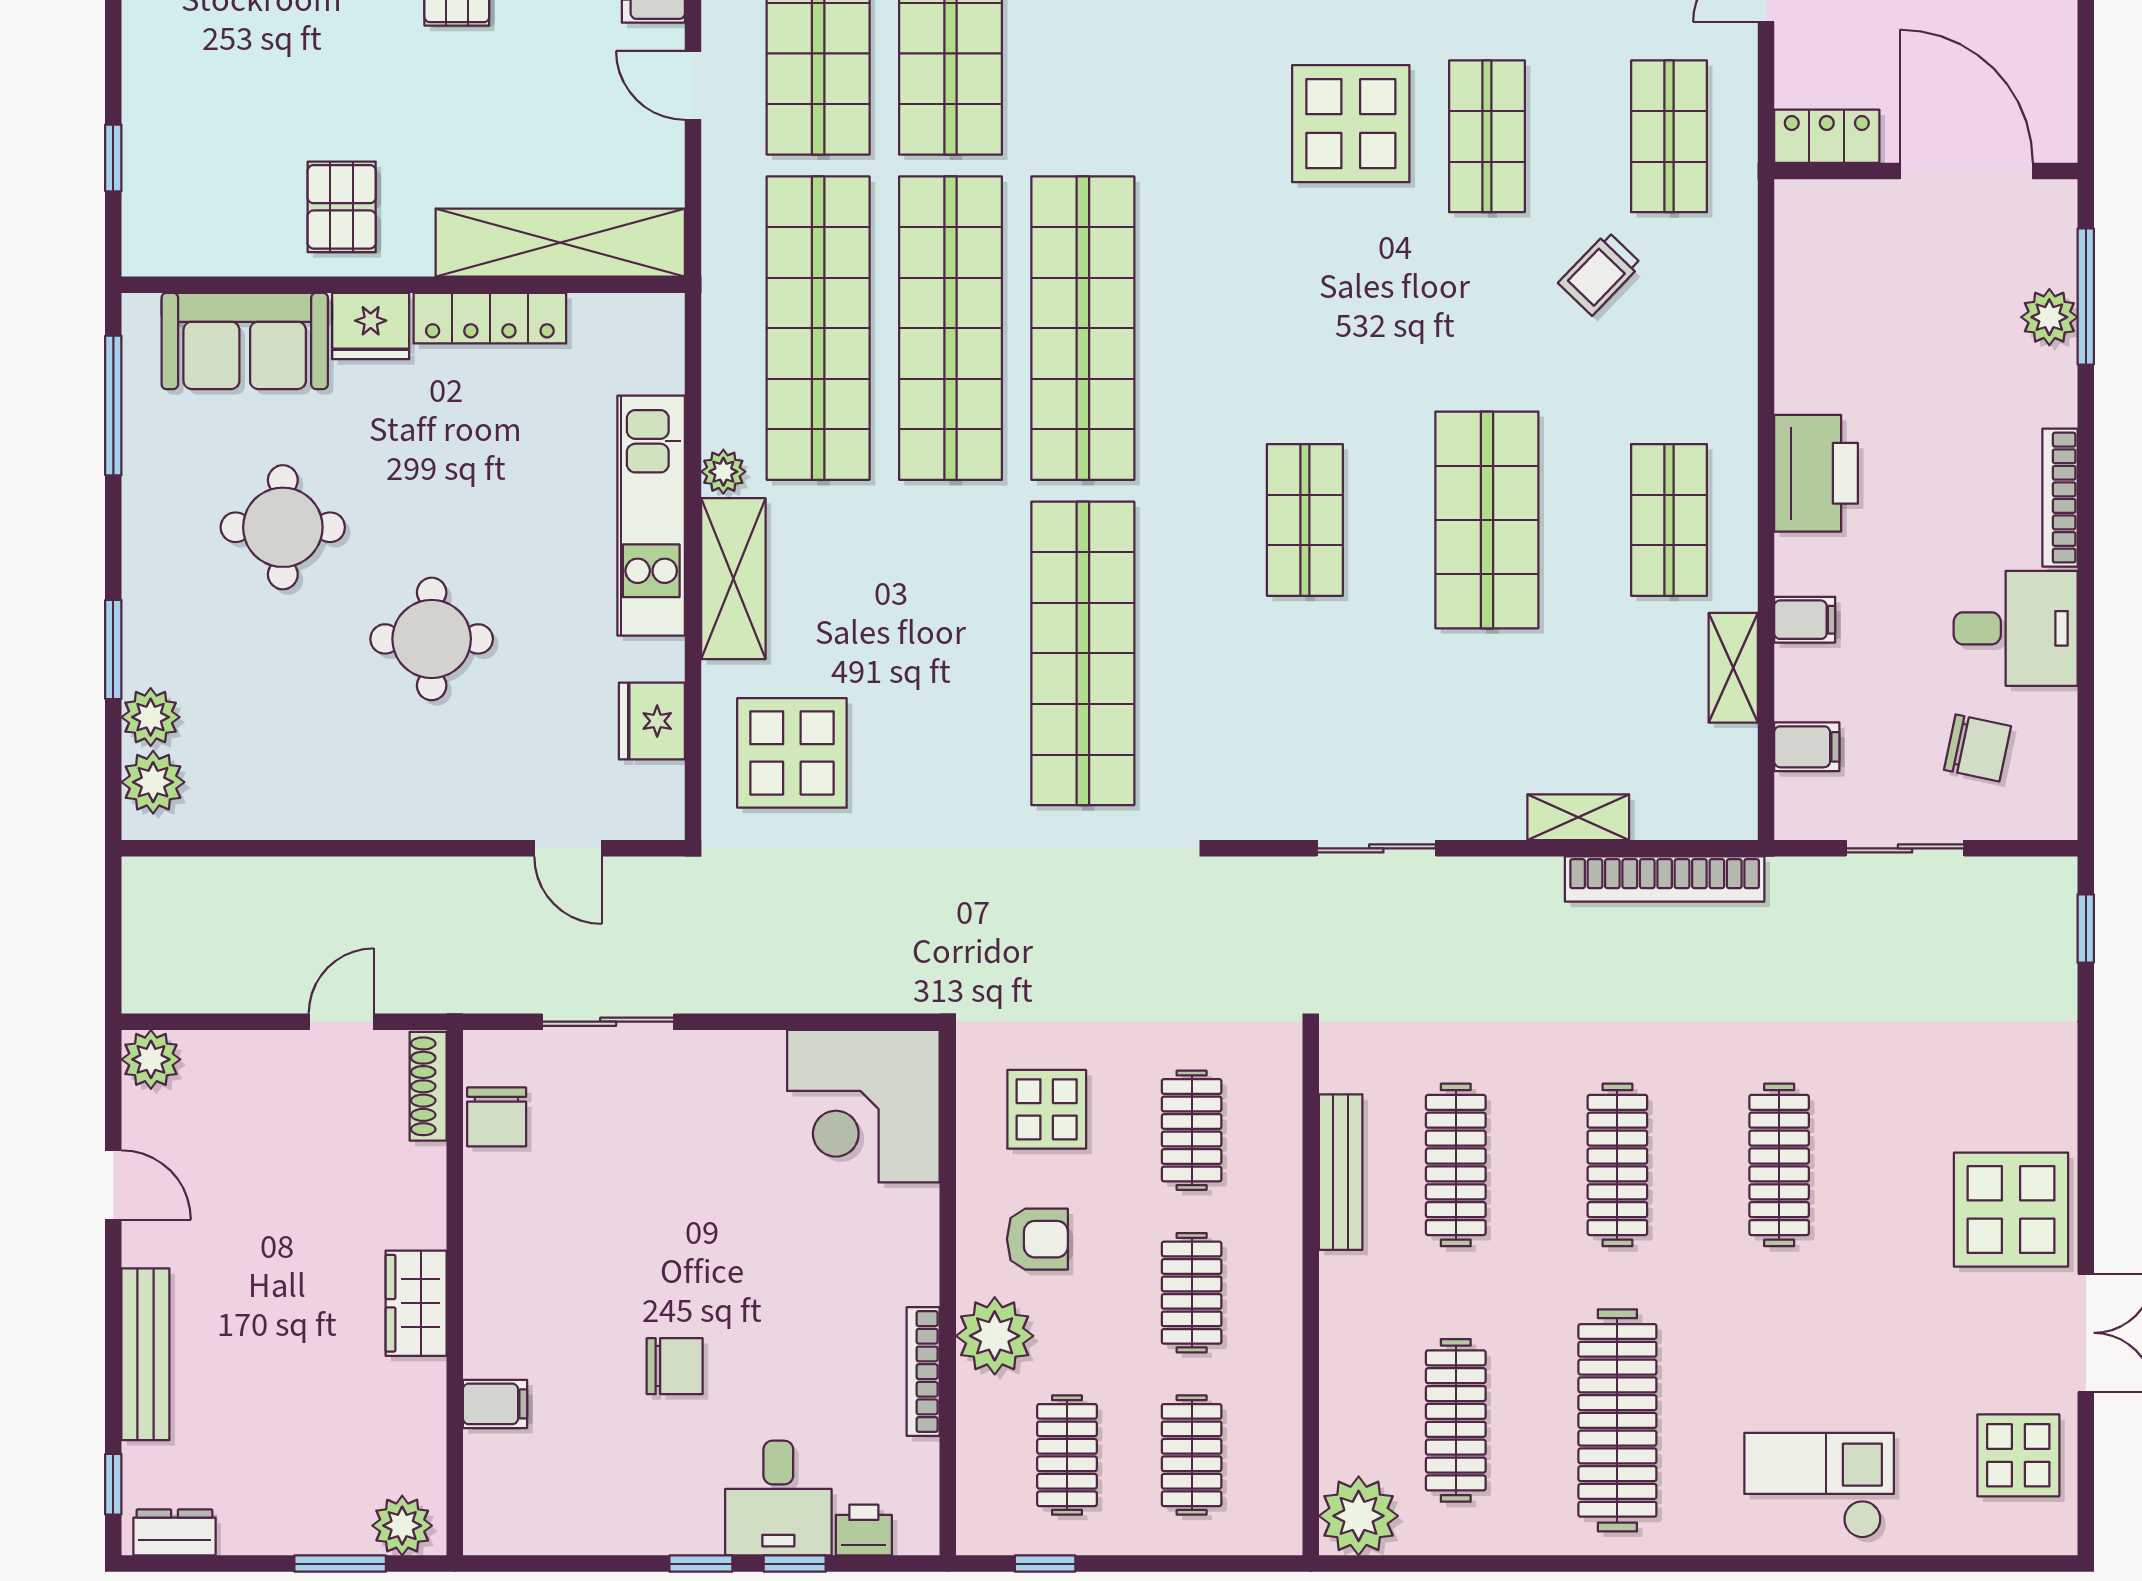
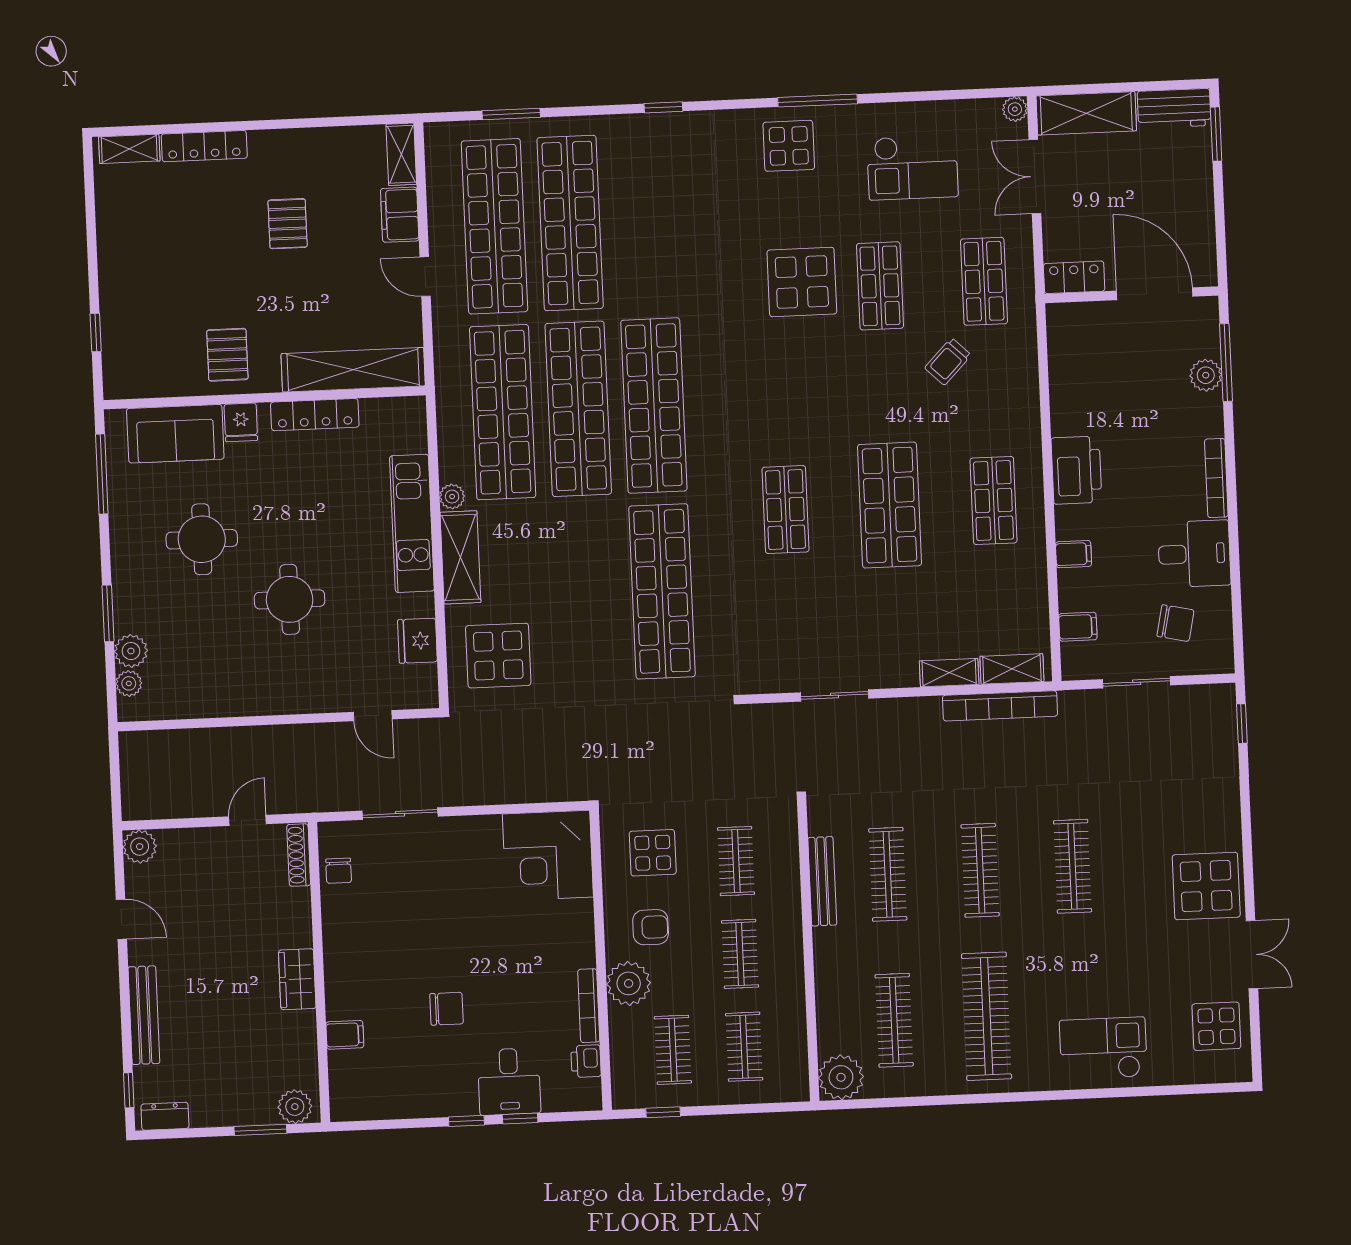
fridge: (371, 326) -> (241, 422), width x0.72
shelving: (1733, 668) -> (1012, 669), moved, turned 90
plant: (153, 782) -> (129, 683), width x0.73, depth x0.73
chair: (497, 1117) -> (339, 871), width x0.73, depth x0.73
printer: (864, 1530) -> (586, 1061), moved, turned -90

